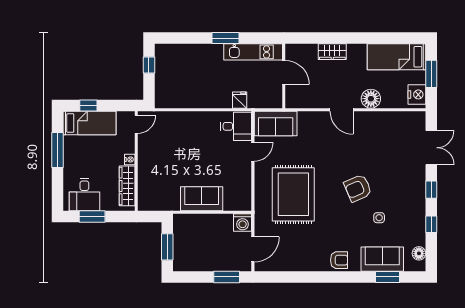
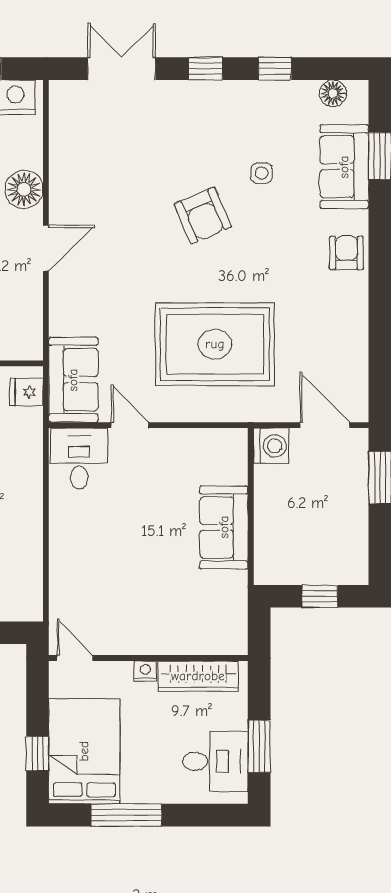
fridge: (240, 100) -> (27, 392), moved
bed: (90, 123) -> (84, 751), width x1.50
window: (167, 247) -> (320, 596), width x0.67

